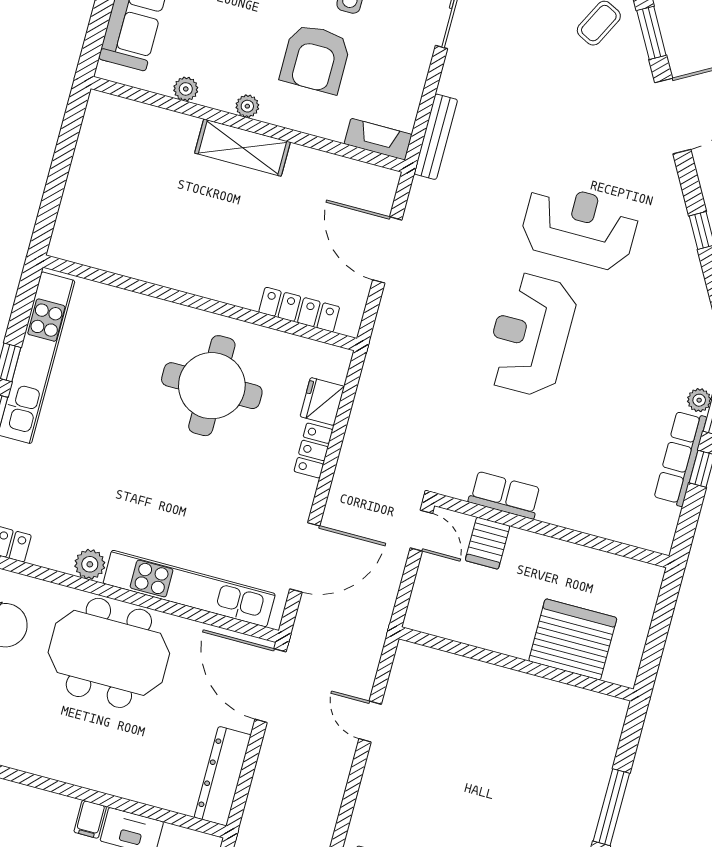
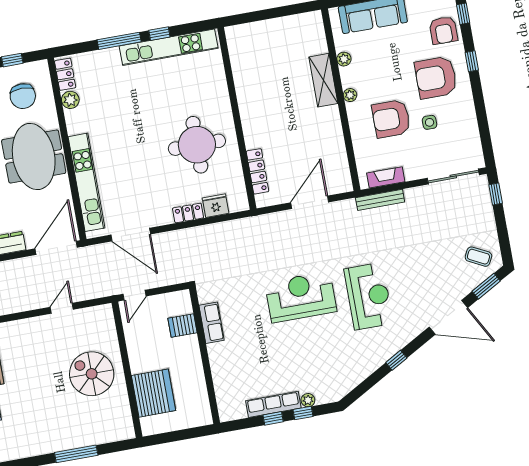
fireplace: (378, 139) -> (386, 177), moved, turned -90
shelving: (243, 148) -> (323, 80), moved
door: (421, 531) -> (134, 295), moved
plant: (90, 564) -> (70, 100), moved
spiral stairs: (496, 723) -> (92, 374), added

